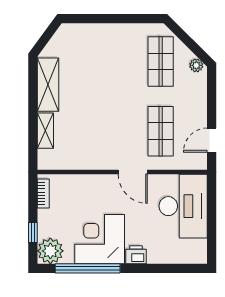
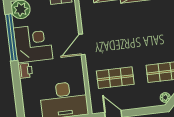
door: (133, 172) -> (82, 44), moved

